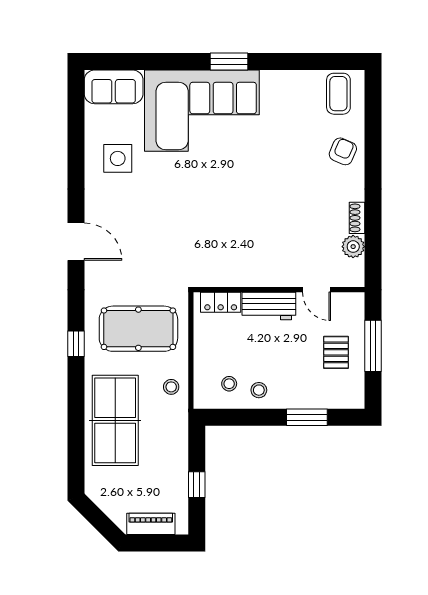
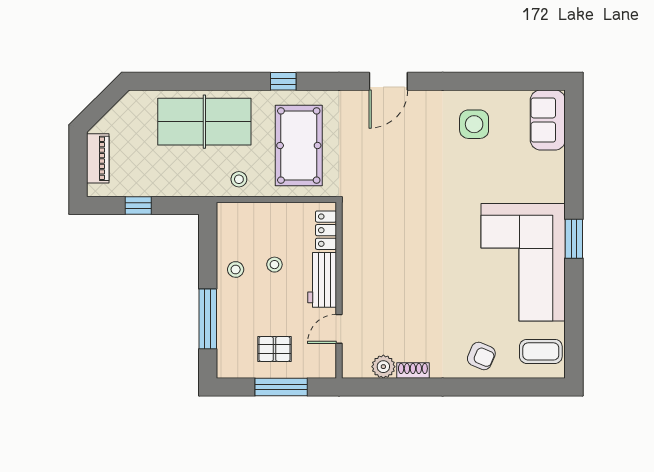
corner sofa: (202, 111) -> (523, 262), moved
stool: (229, 384) -> (274, 265), moved
window: (307, 417) -> (208, 319), width x1.44

